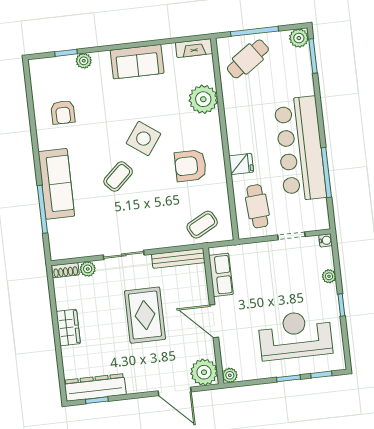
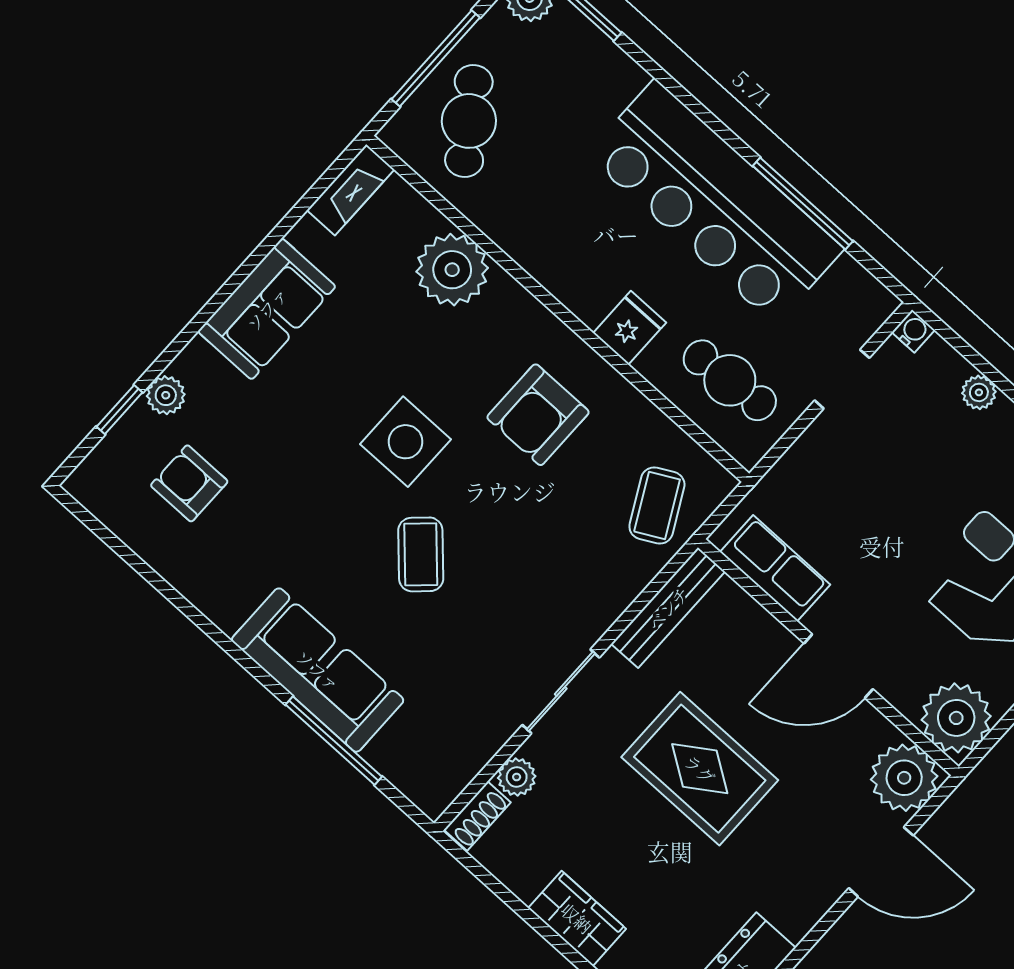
armchair: (63, 112) -> (189, 483), moved, turned 180
side table: (143, 139) -> (405, 442), turned -36
plant: (230, 375) -> (956, 718), width x1.88, depth x1.88

